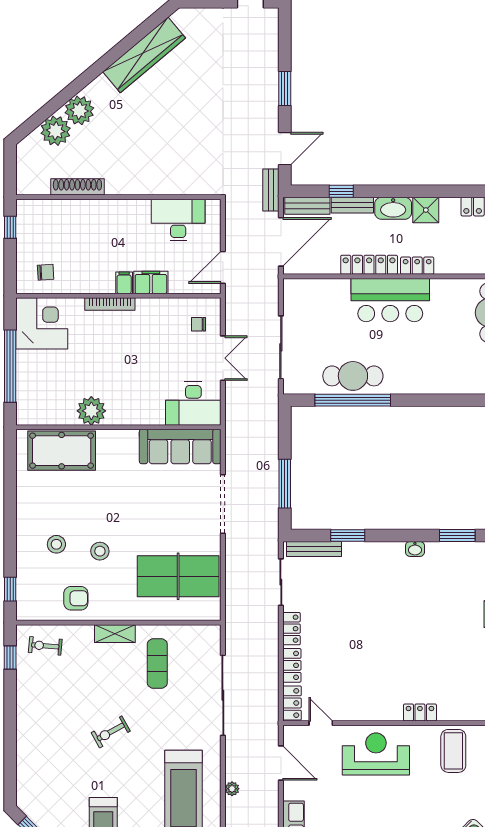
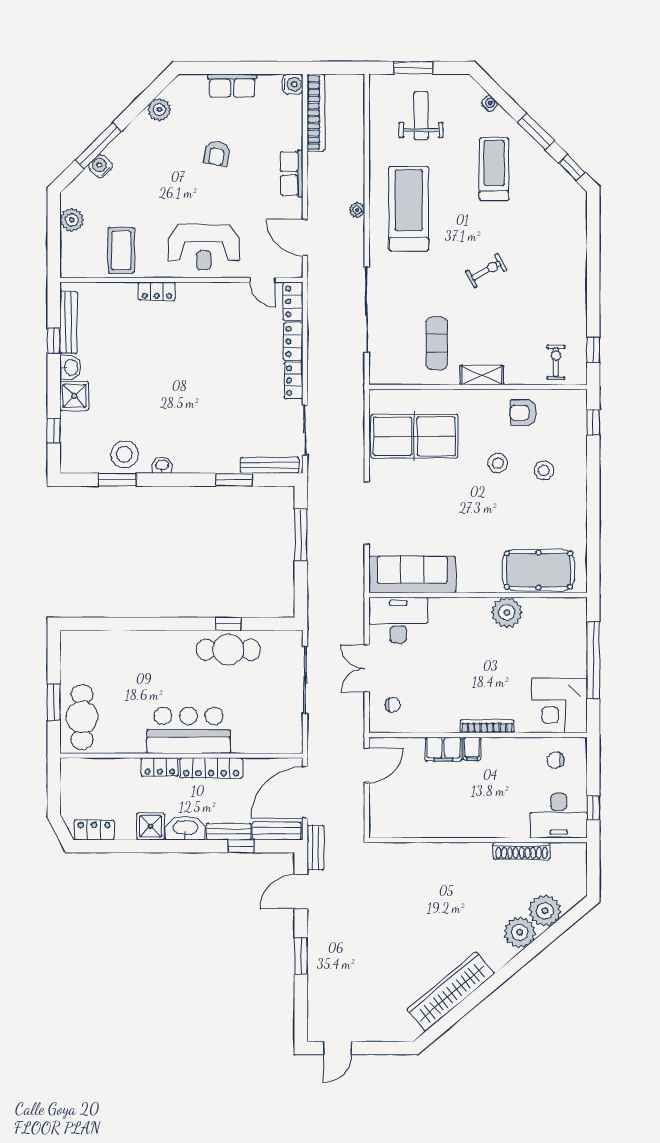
desk: (178, 220) -> (559, 816), moved
window: (353, 400) -> (228, 624), width x0.32
stool: (450, 559) -> (124, 454), added
exercise bike: (45, 646) -> (556, 362), turned -95

